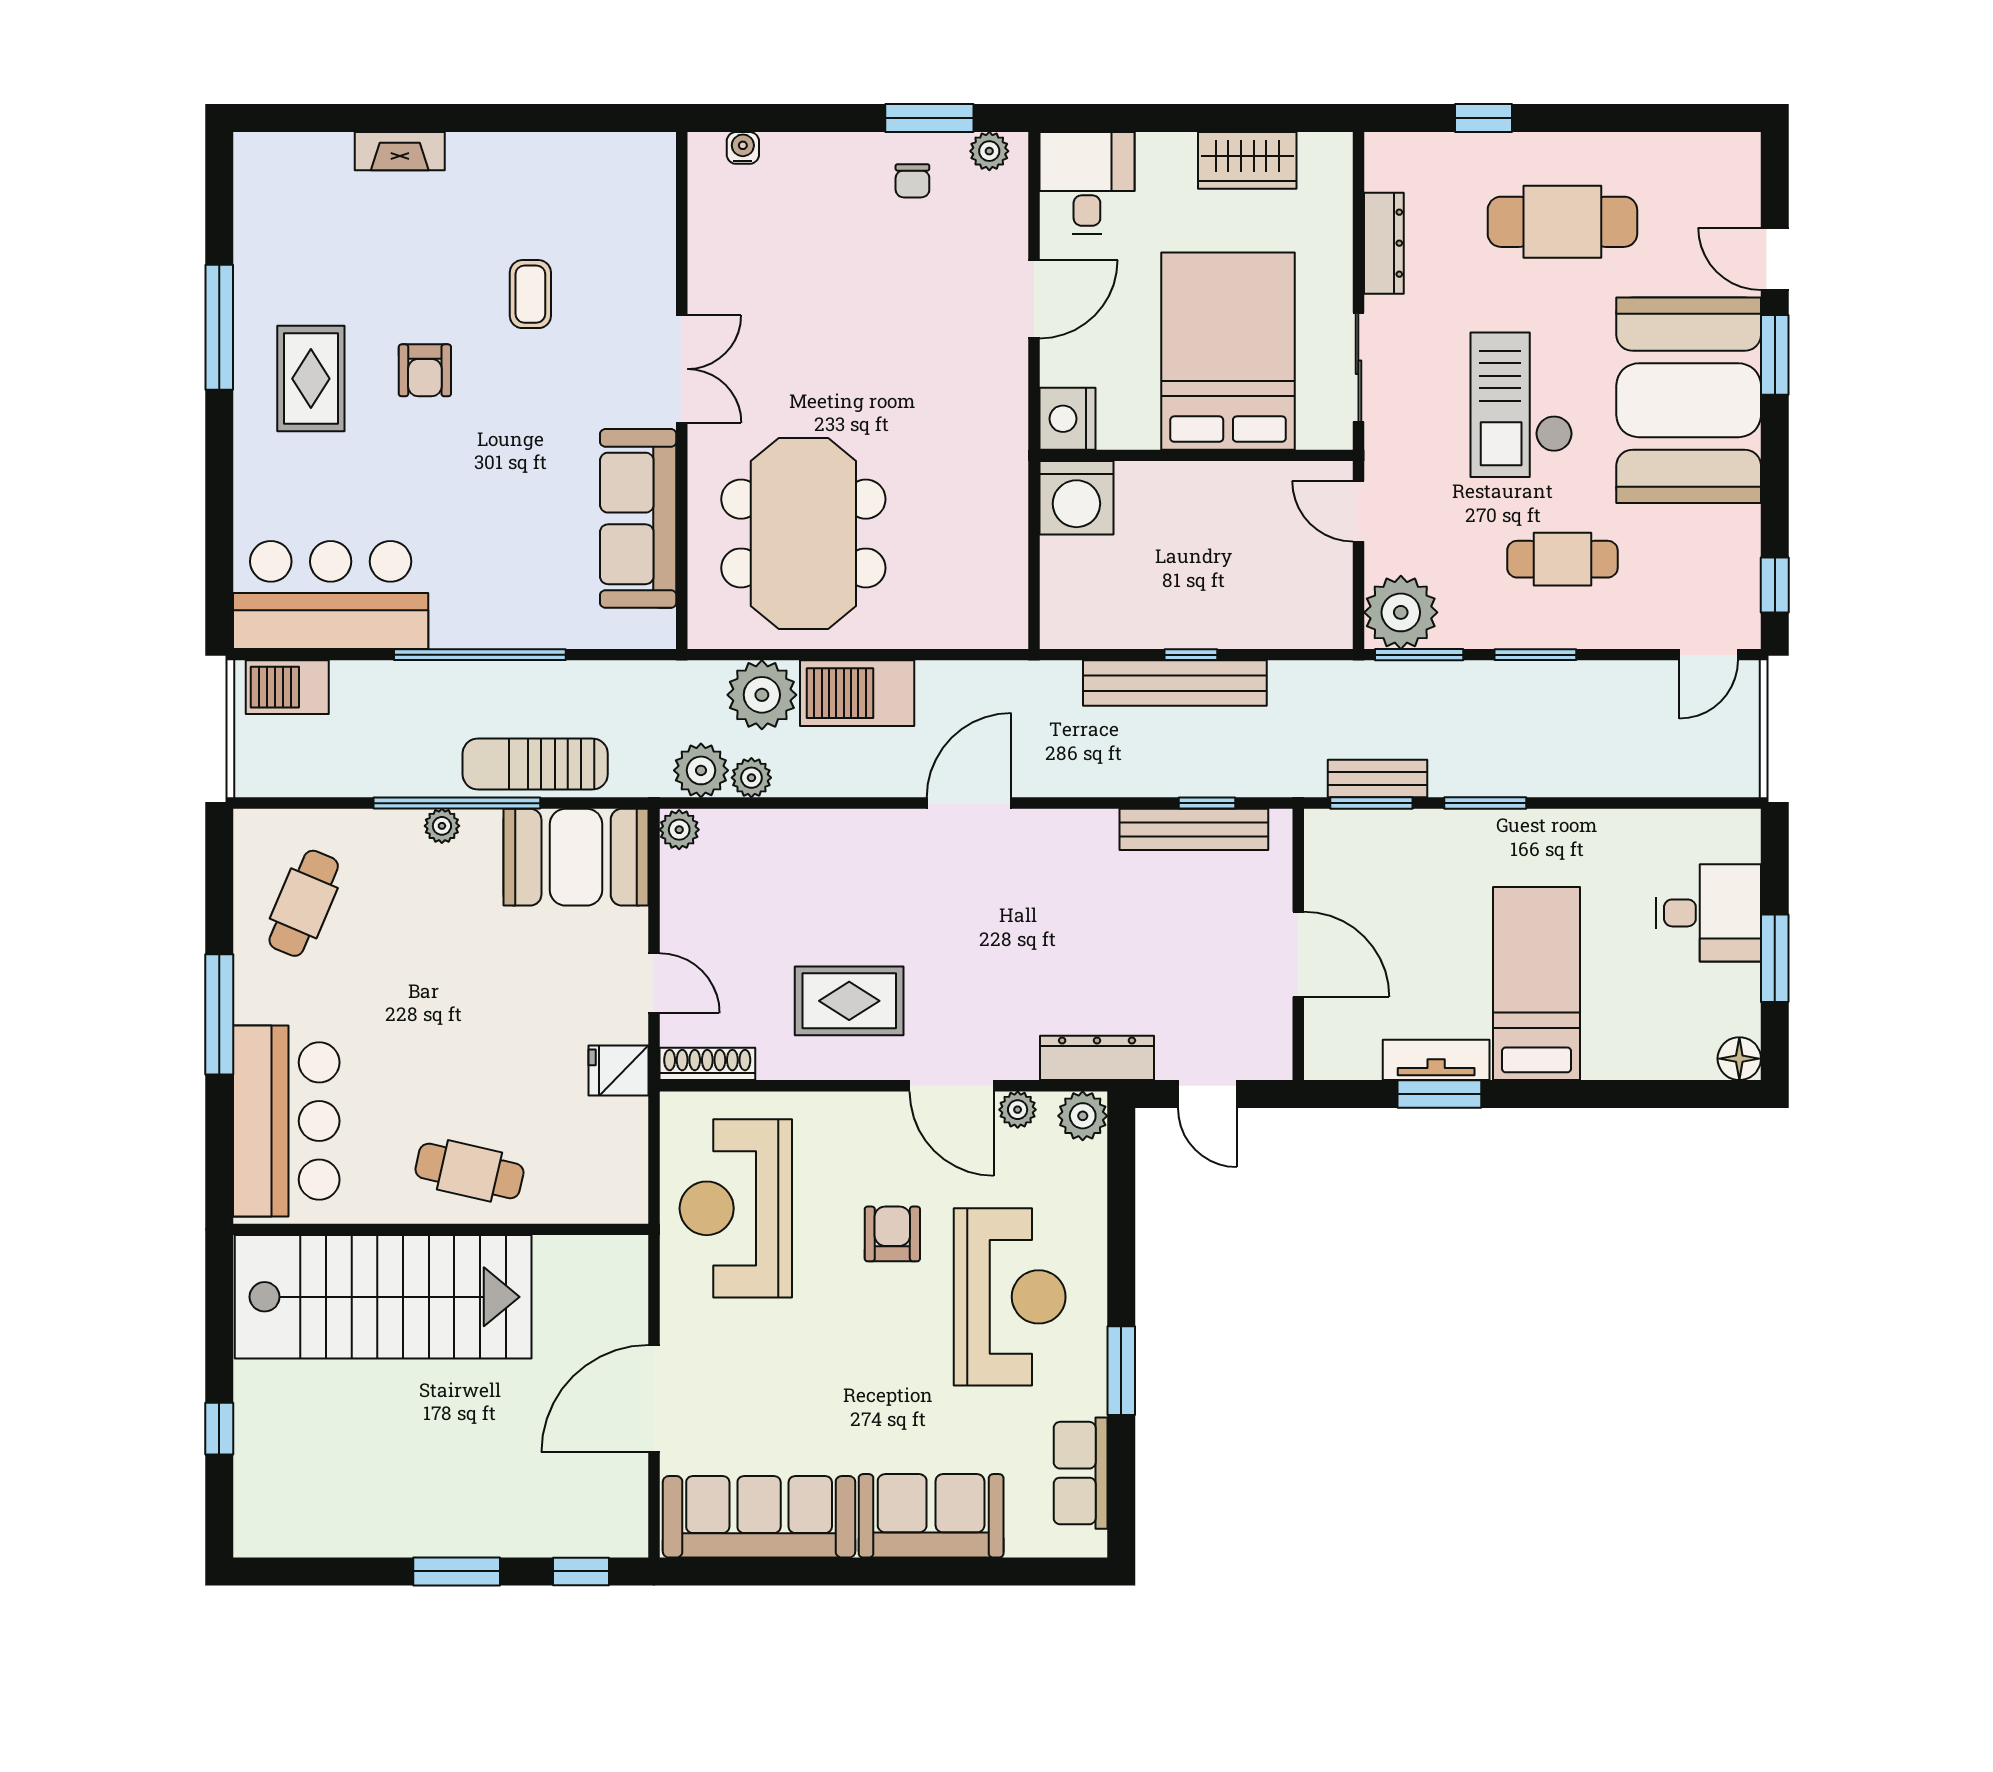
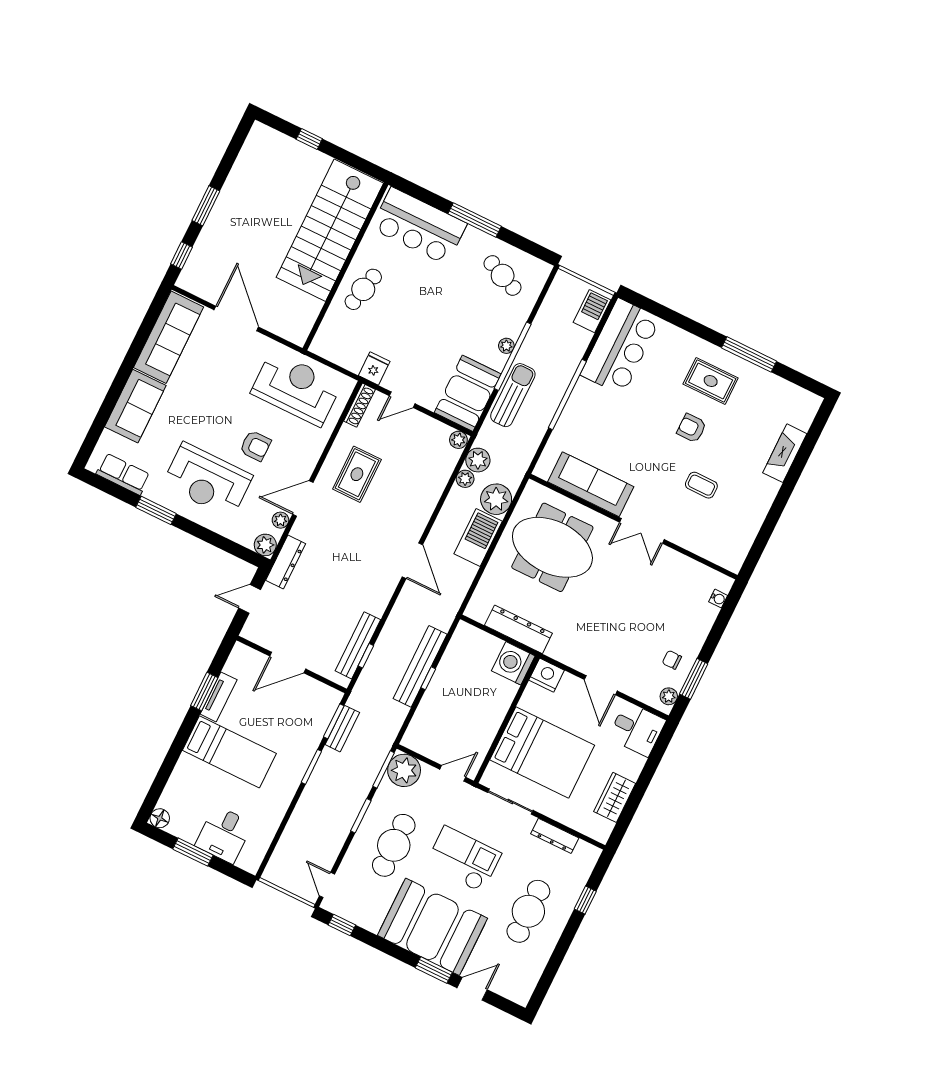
fireplace: (400, 151) -> (785, 453), width x1.37, depth x1.32
dresser: (1003, 521) -> (518, 629), added
cafe table: (1562, 559) -> (394, 845), width x1.37, depth x1.35

